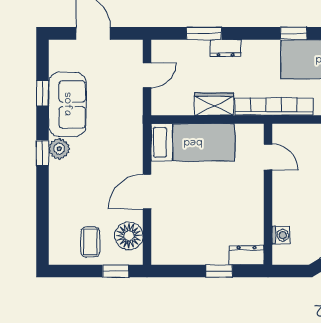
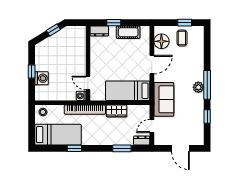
dresser: (226, 48) -> (142, 140), moved
sofa: (67, 104) -> (164, 99), moved, turned 180
window: (43, 153) -> (207, 85), width x2.17
washing machine: (281, 235) -> (81, 96), moved
cot: (192, 253) -> (128, 32), added
window: (116, 271) -> (185, 23), moved

